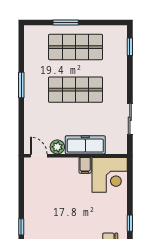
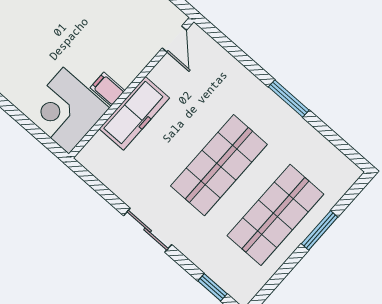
sliding door: (130, 119) -> (148, 230), moved
plant: (57, 147) -> (164, 74), removed
door: (39, 156) -> (174, 39), hinge flipped

